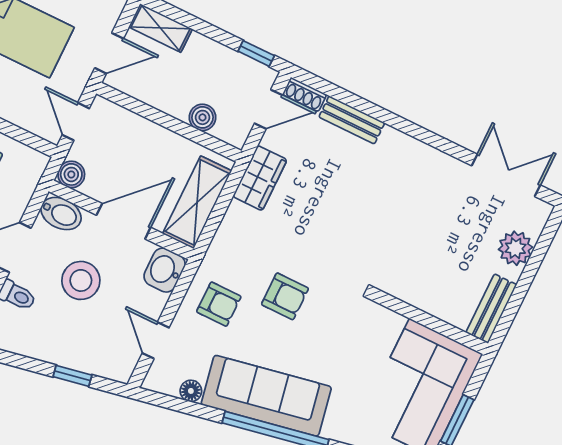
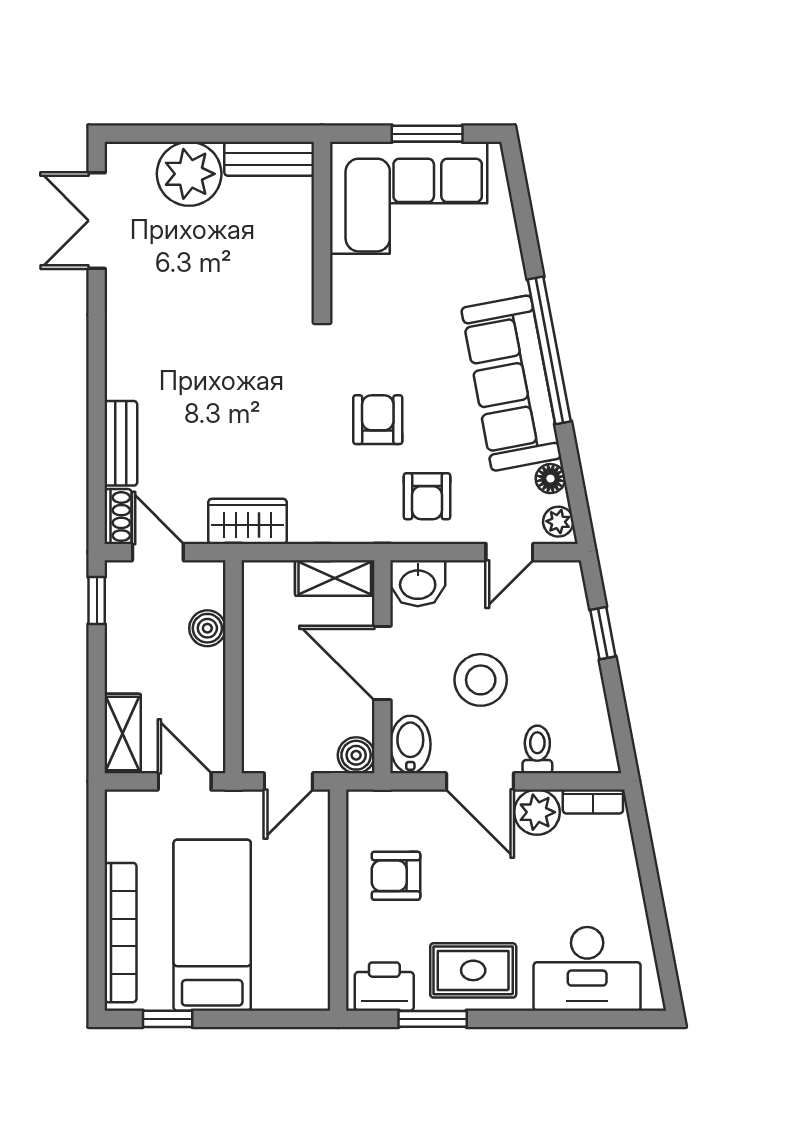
shelving: (197, 202) -> (335, 578), width x0.67, depth x0.75
plant: (515, 248) -> (189, 174), width x1.36, depth x1.36
armchair: (219, 304) -> (427, 496), turned 180
plant: (160, 382) -> (558, 522), added

